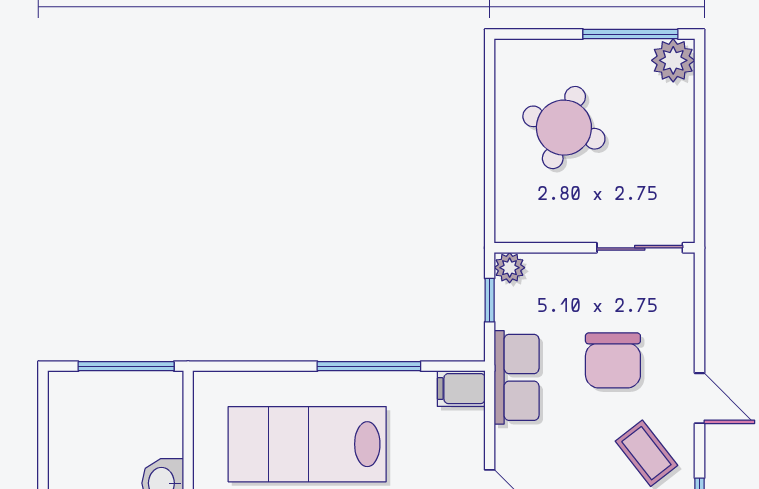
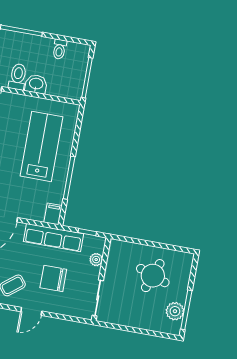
plant: (673, 60) -> (175, 311), moved
plant: (510, 268) -> (96, 260), moved
row of seats: (517, 377) -> (53, 238), width x1.48
toilet: (71, 443) -> (59, 49), added

